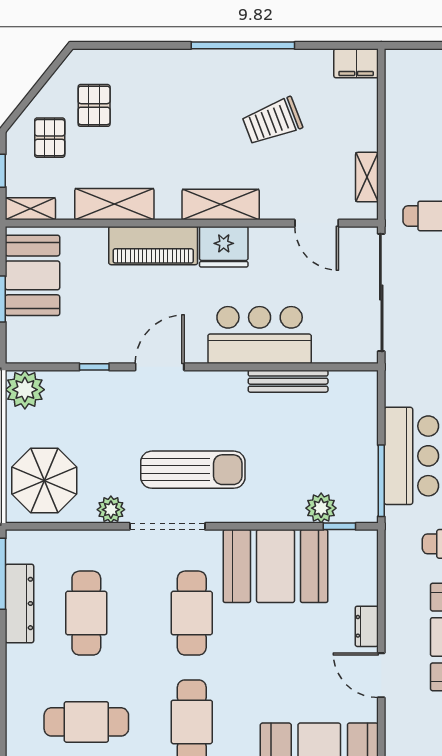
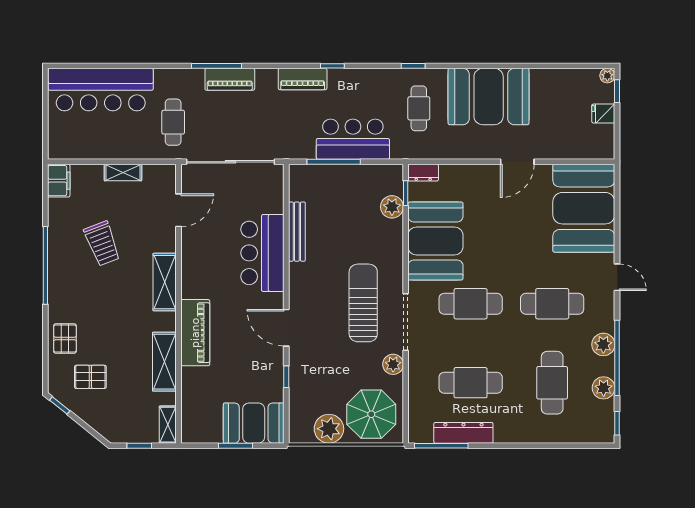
window: (56, 64) -> (60, 405), added
pallet: (50, 138) -> (65, 339), moved, turned 90
shelving: (367, 177) -> (123, 173), moved
fridge: (224, 247) -> (196, 280), removed
booth: (32, 275) -> (254, 423), moved
plant: (25, 390) -> (329, 429), moved
window: (381, 481) -> (334, 162), moved
dresser: (367, 626) -> (423, 173), moved

